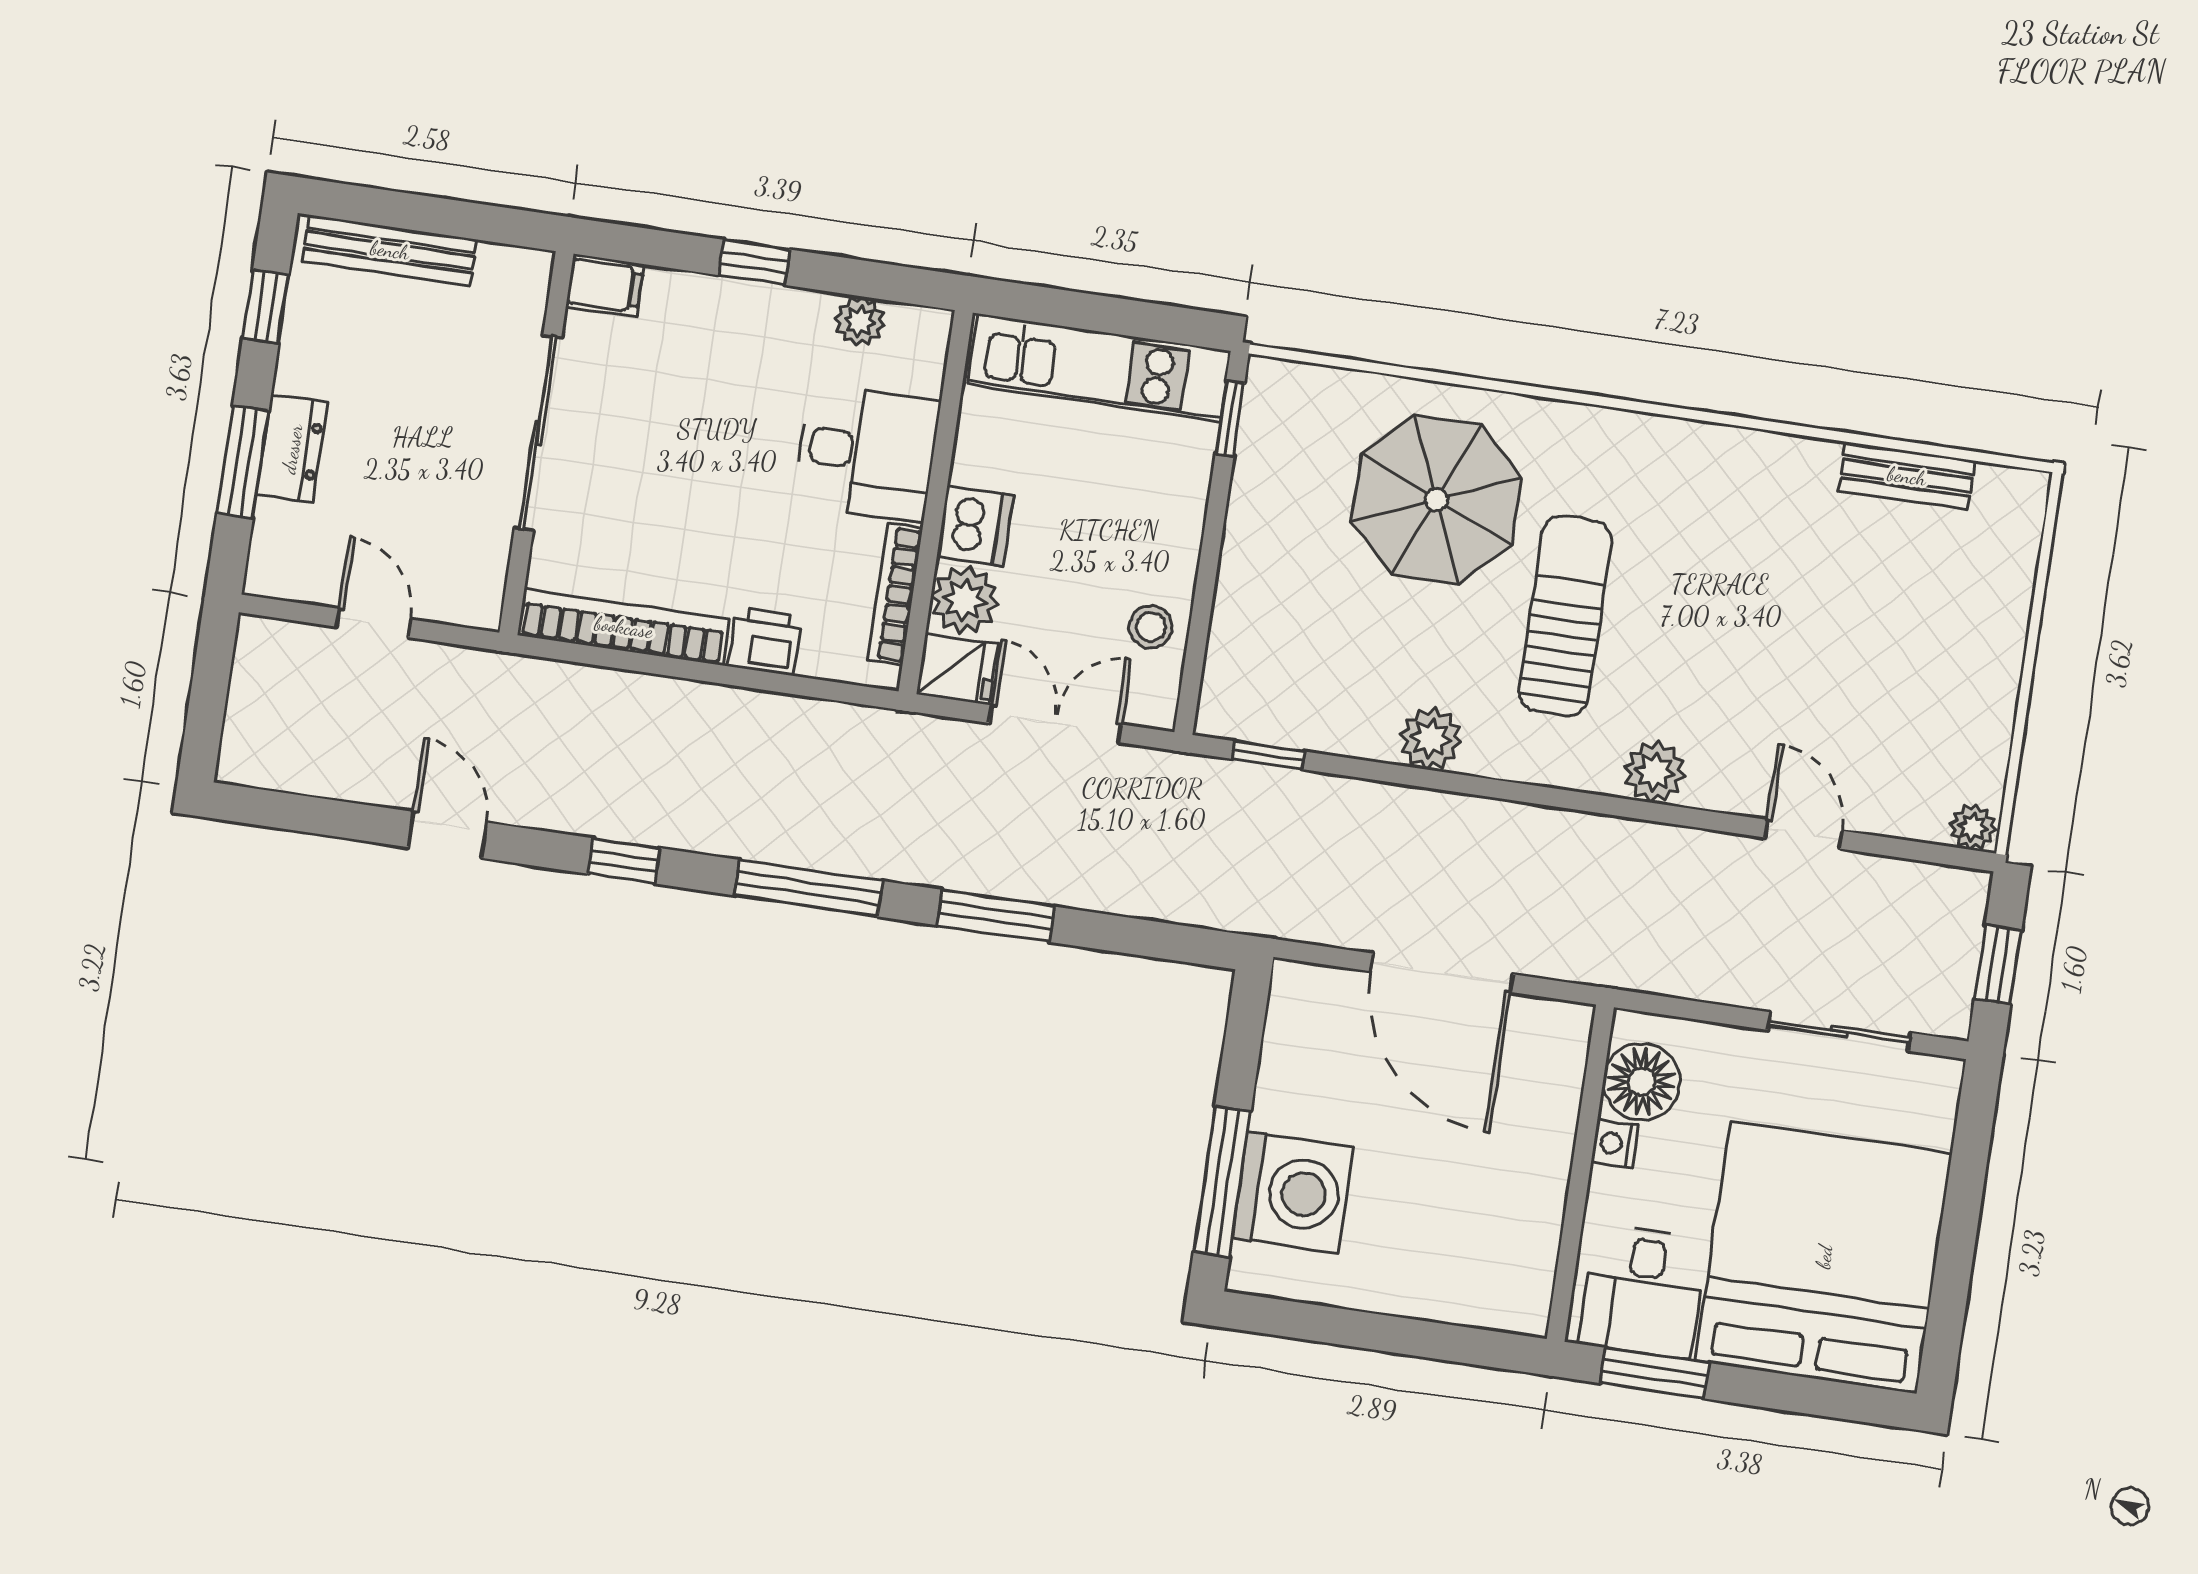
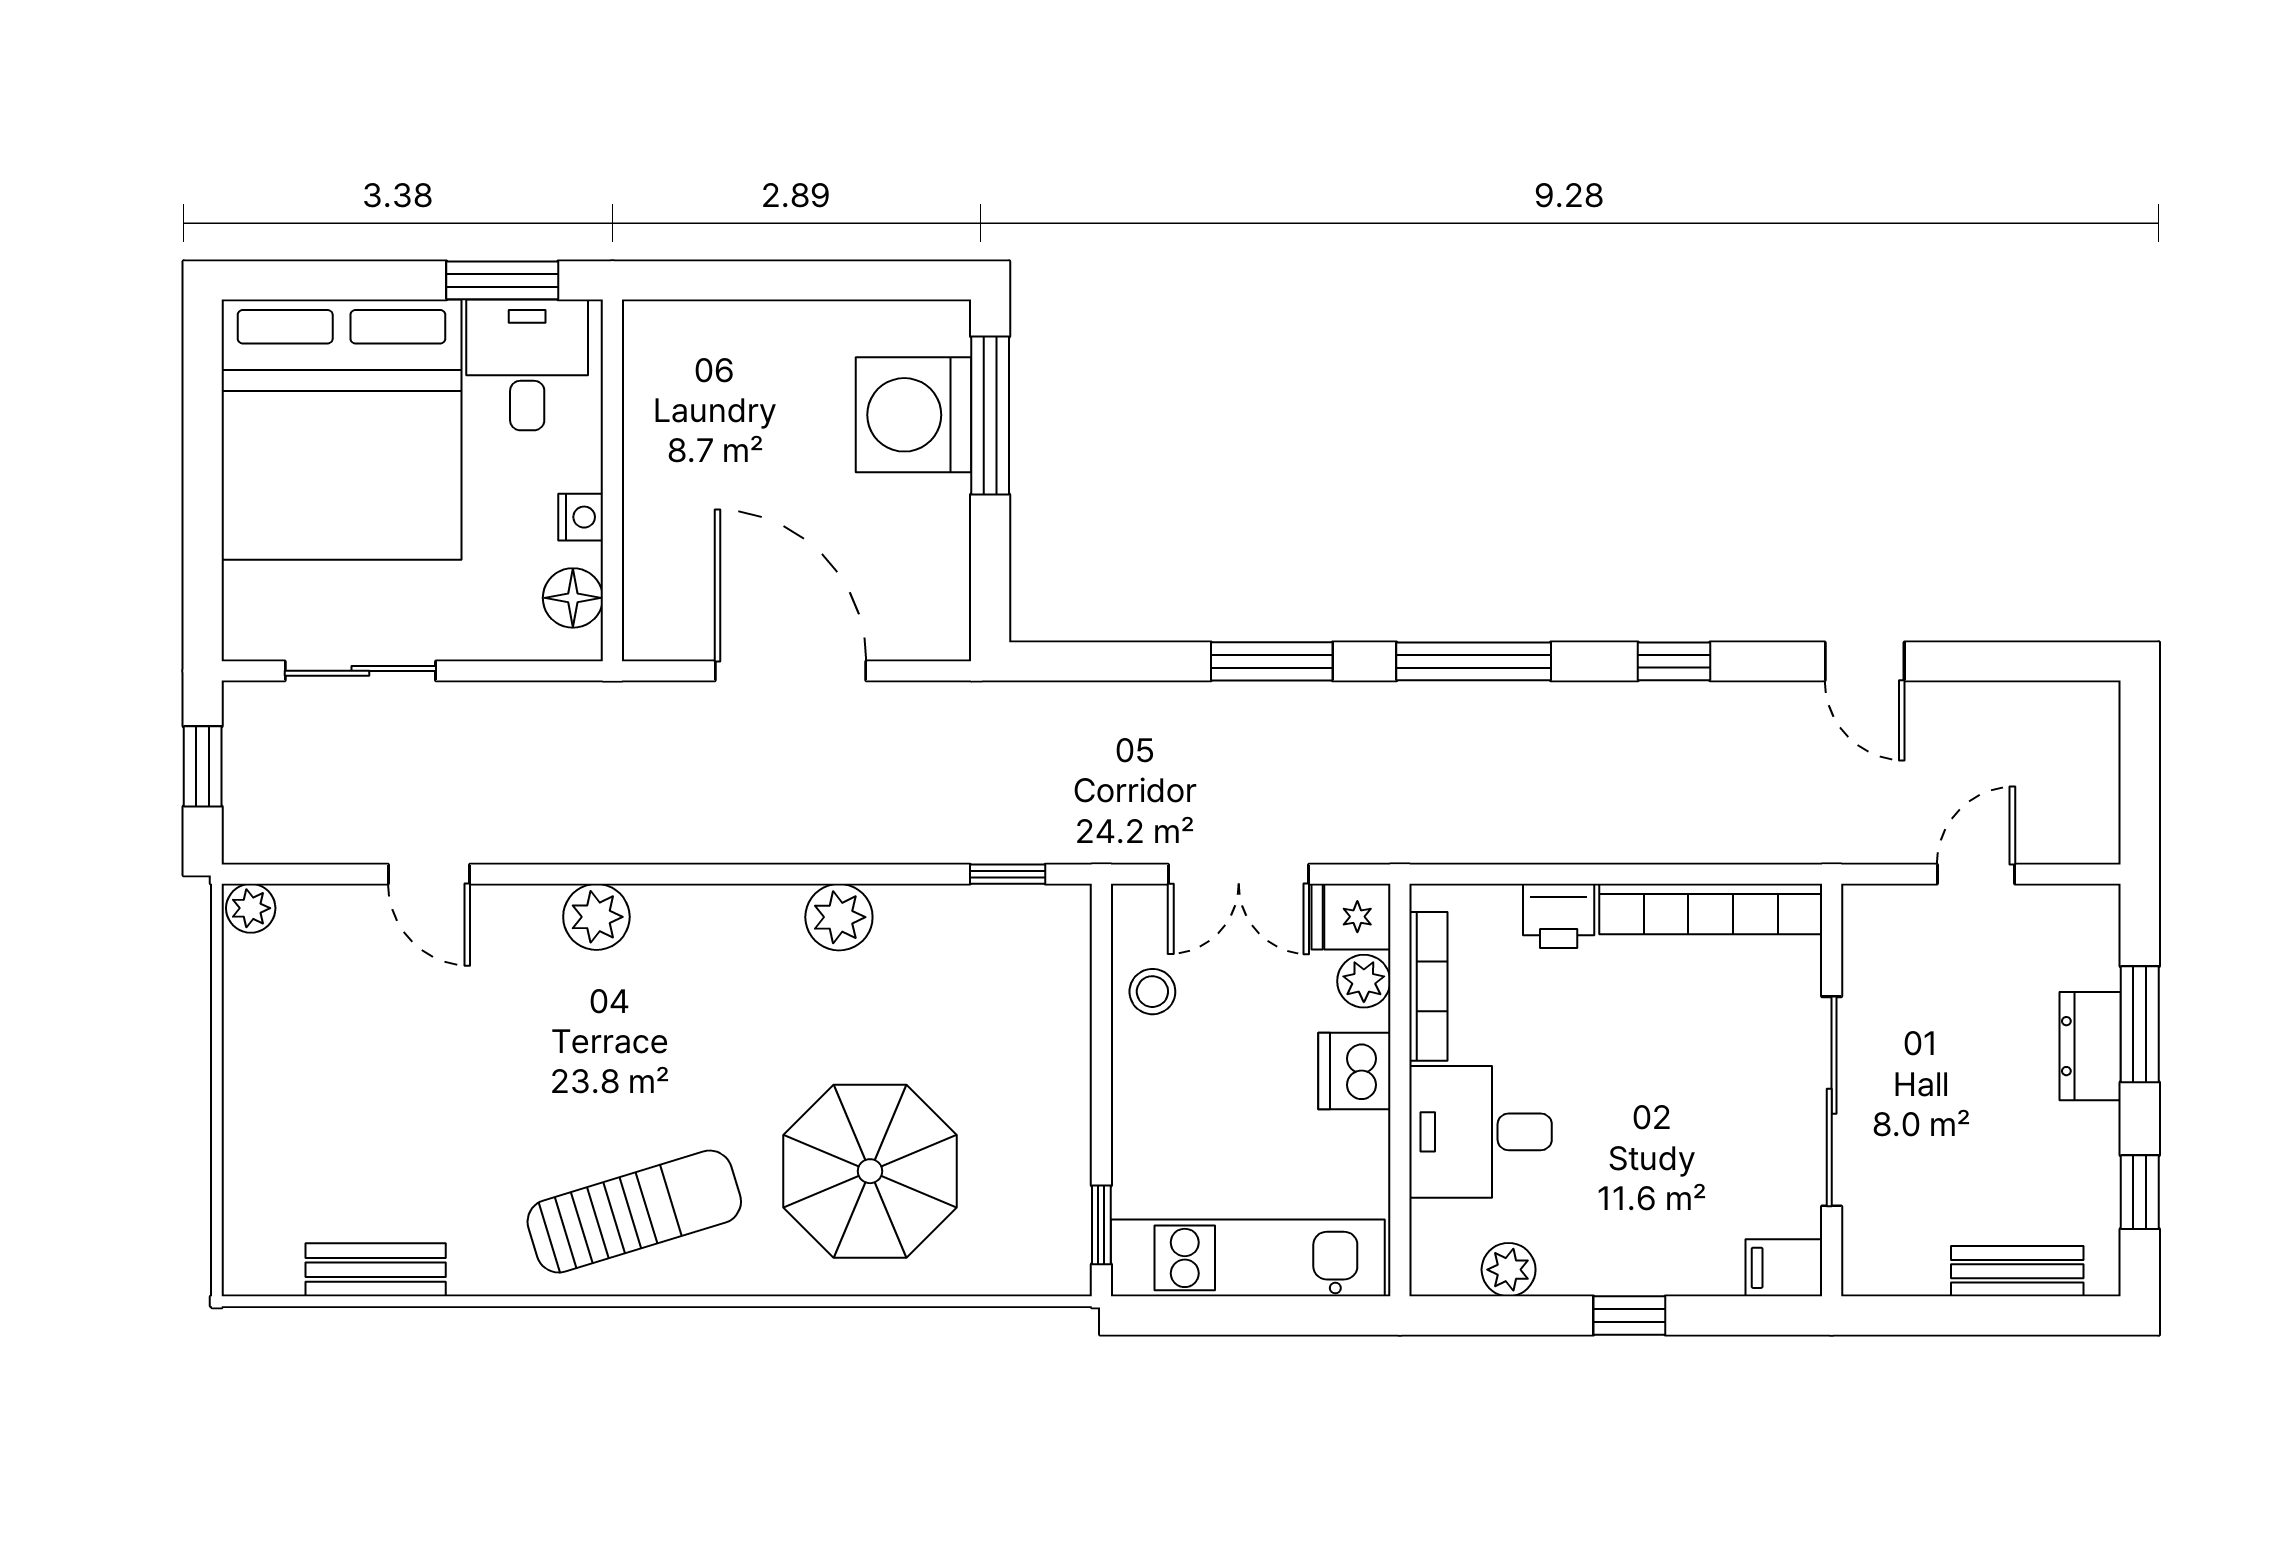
bench: (390, 250) -> (2017, 1271), width x0.73
plant: (965, 600) -> (1364, 981), width x0.73, depth x0.73
sun lounger: (1565, 616) -> (634, 1212), moved, turned -107
door: (374, 623) -> (1976, 874), swing flipped
floor lamp: (1642, 1082) -> (573, 598), width x0.73, depth x0.73

